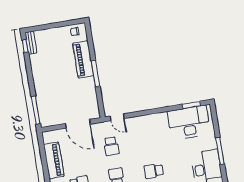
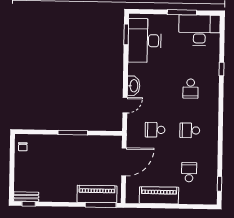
piano: (83, 59) -> (97, 194), moved, turned 180
door: (117, 117) -> (125, 105), moved
washbasin: (147, 120) -> (134, 86), added
school desk: (111, 146) -> (155, 130), turned 180

